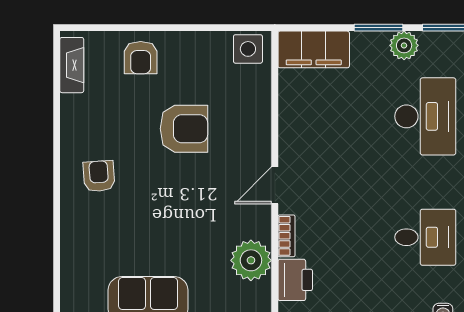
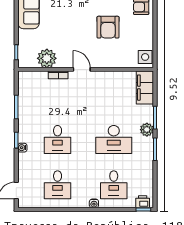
printer: (295, 280) -> (38, 79), removed

